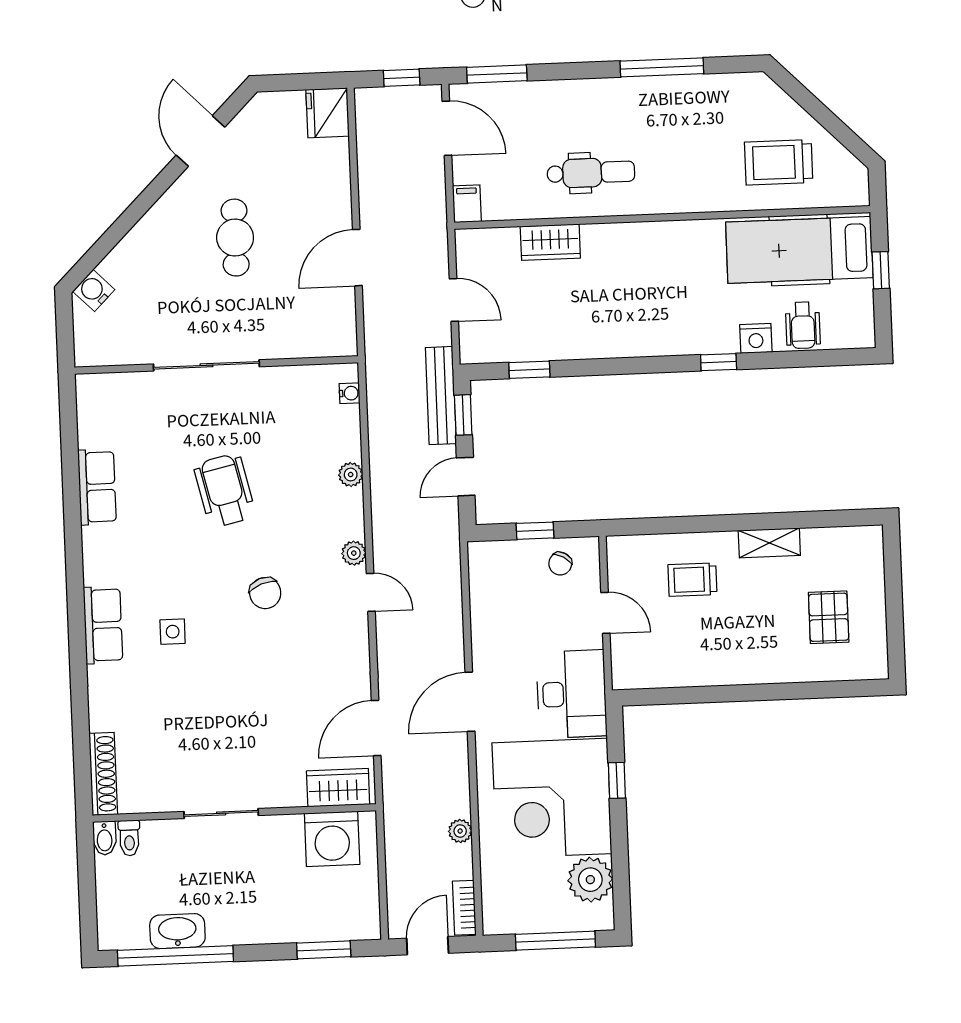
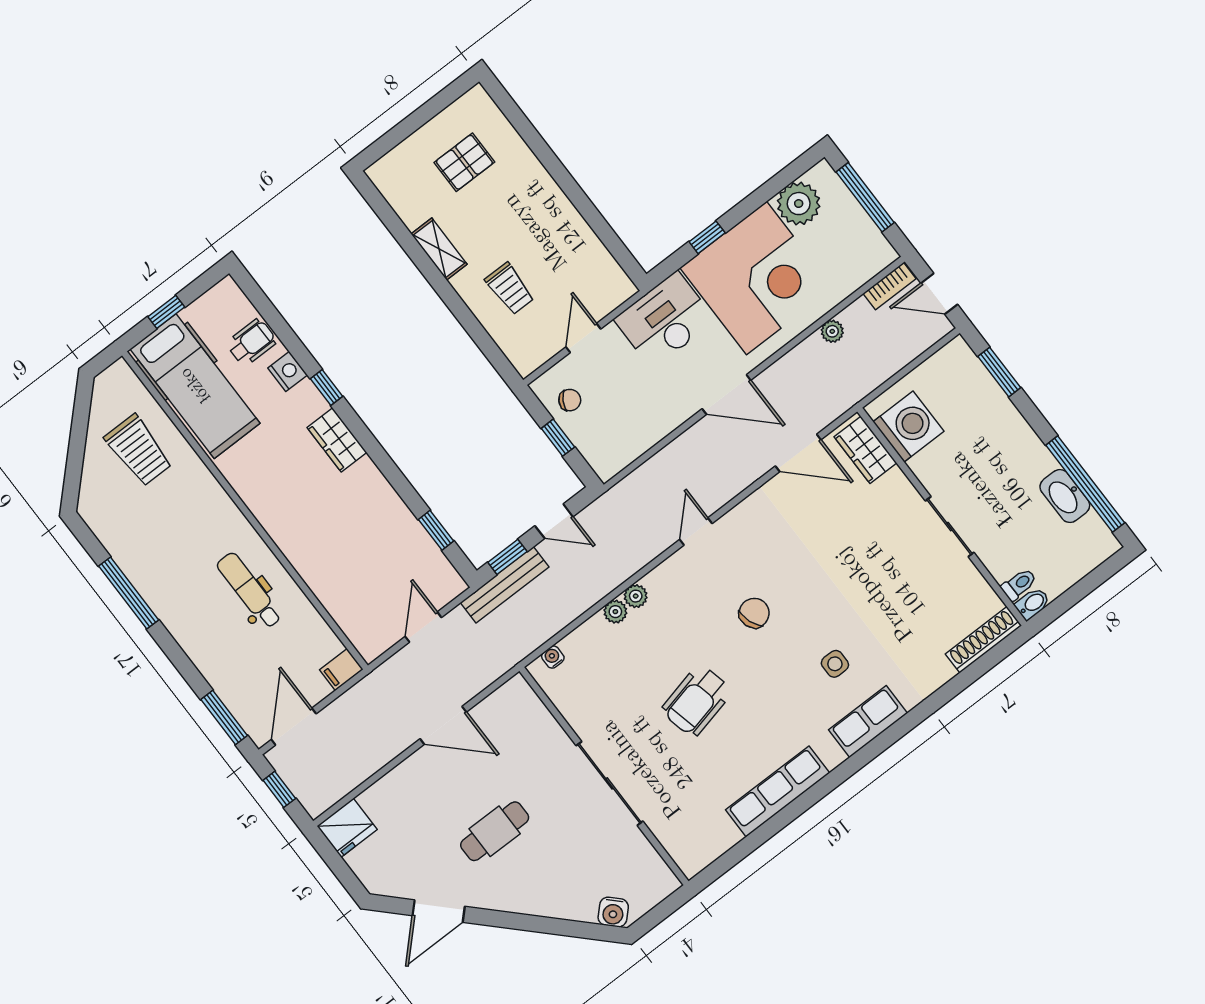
wardrobe: (550, 242) -> (337, 440), moved, turned 180
row of seats: (97, 487) -> (778, 791), width x1.48
plant: (354, 553) -> (636, 596), moved

